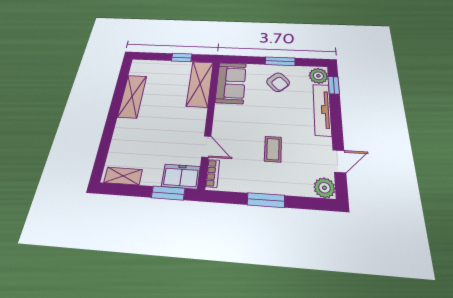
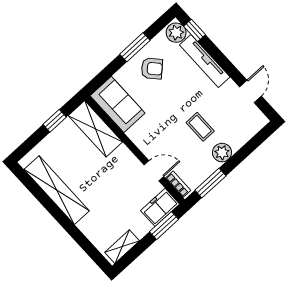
shelving: (132, 96) -> (57, 190), width x1.47
plant: (324, 188) -> (222, 153), moved
window: (266, 200) -> (210, 183), moved

